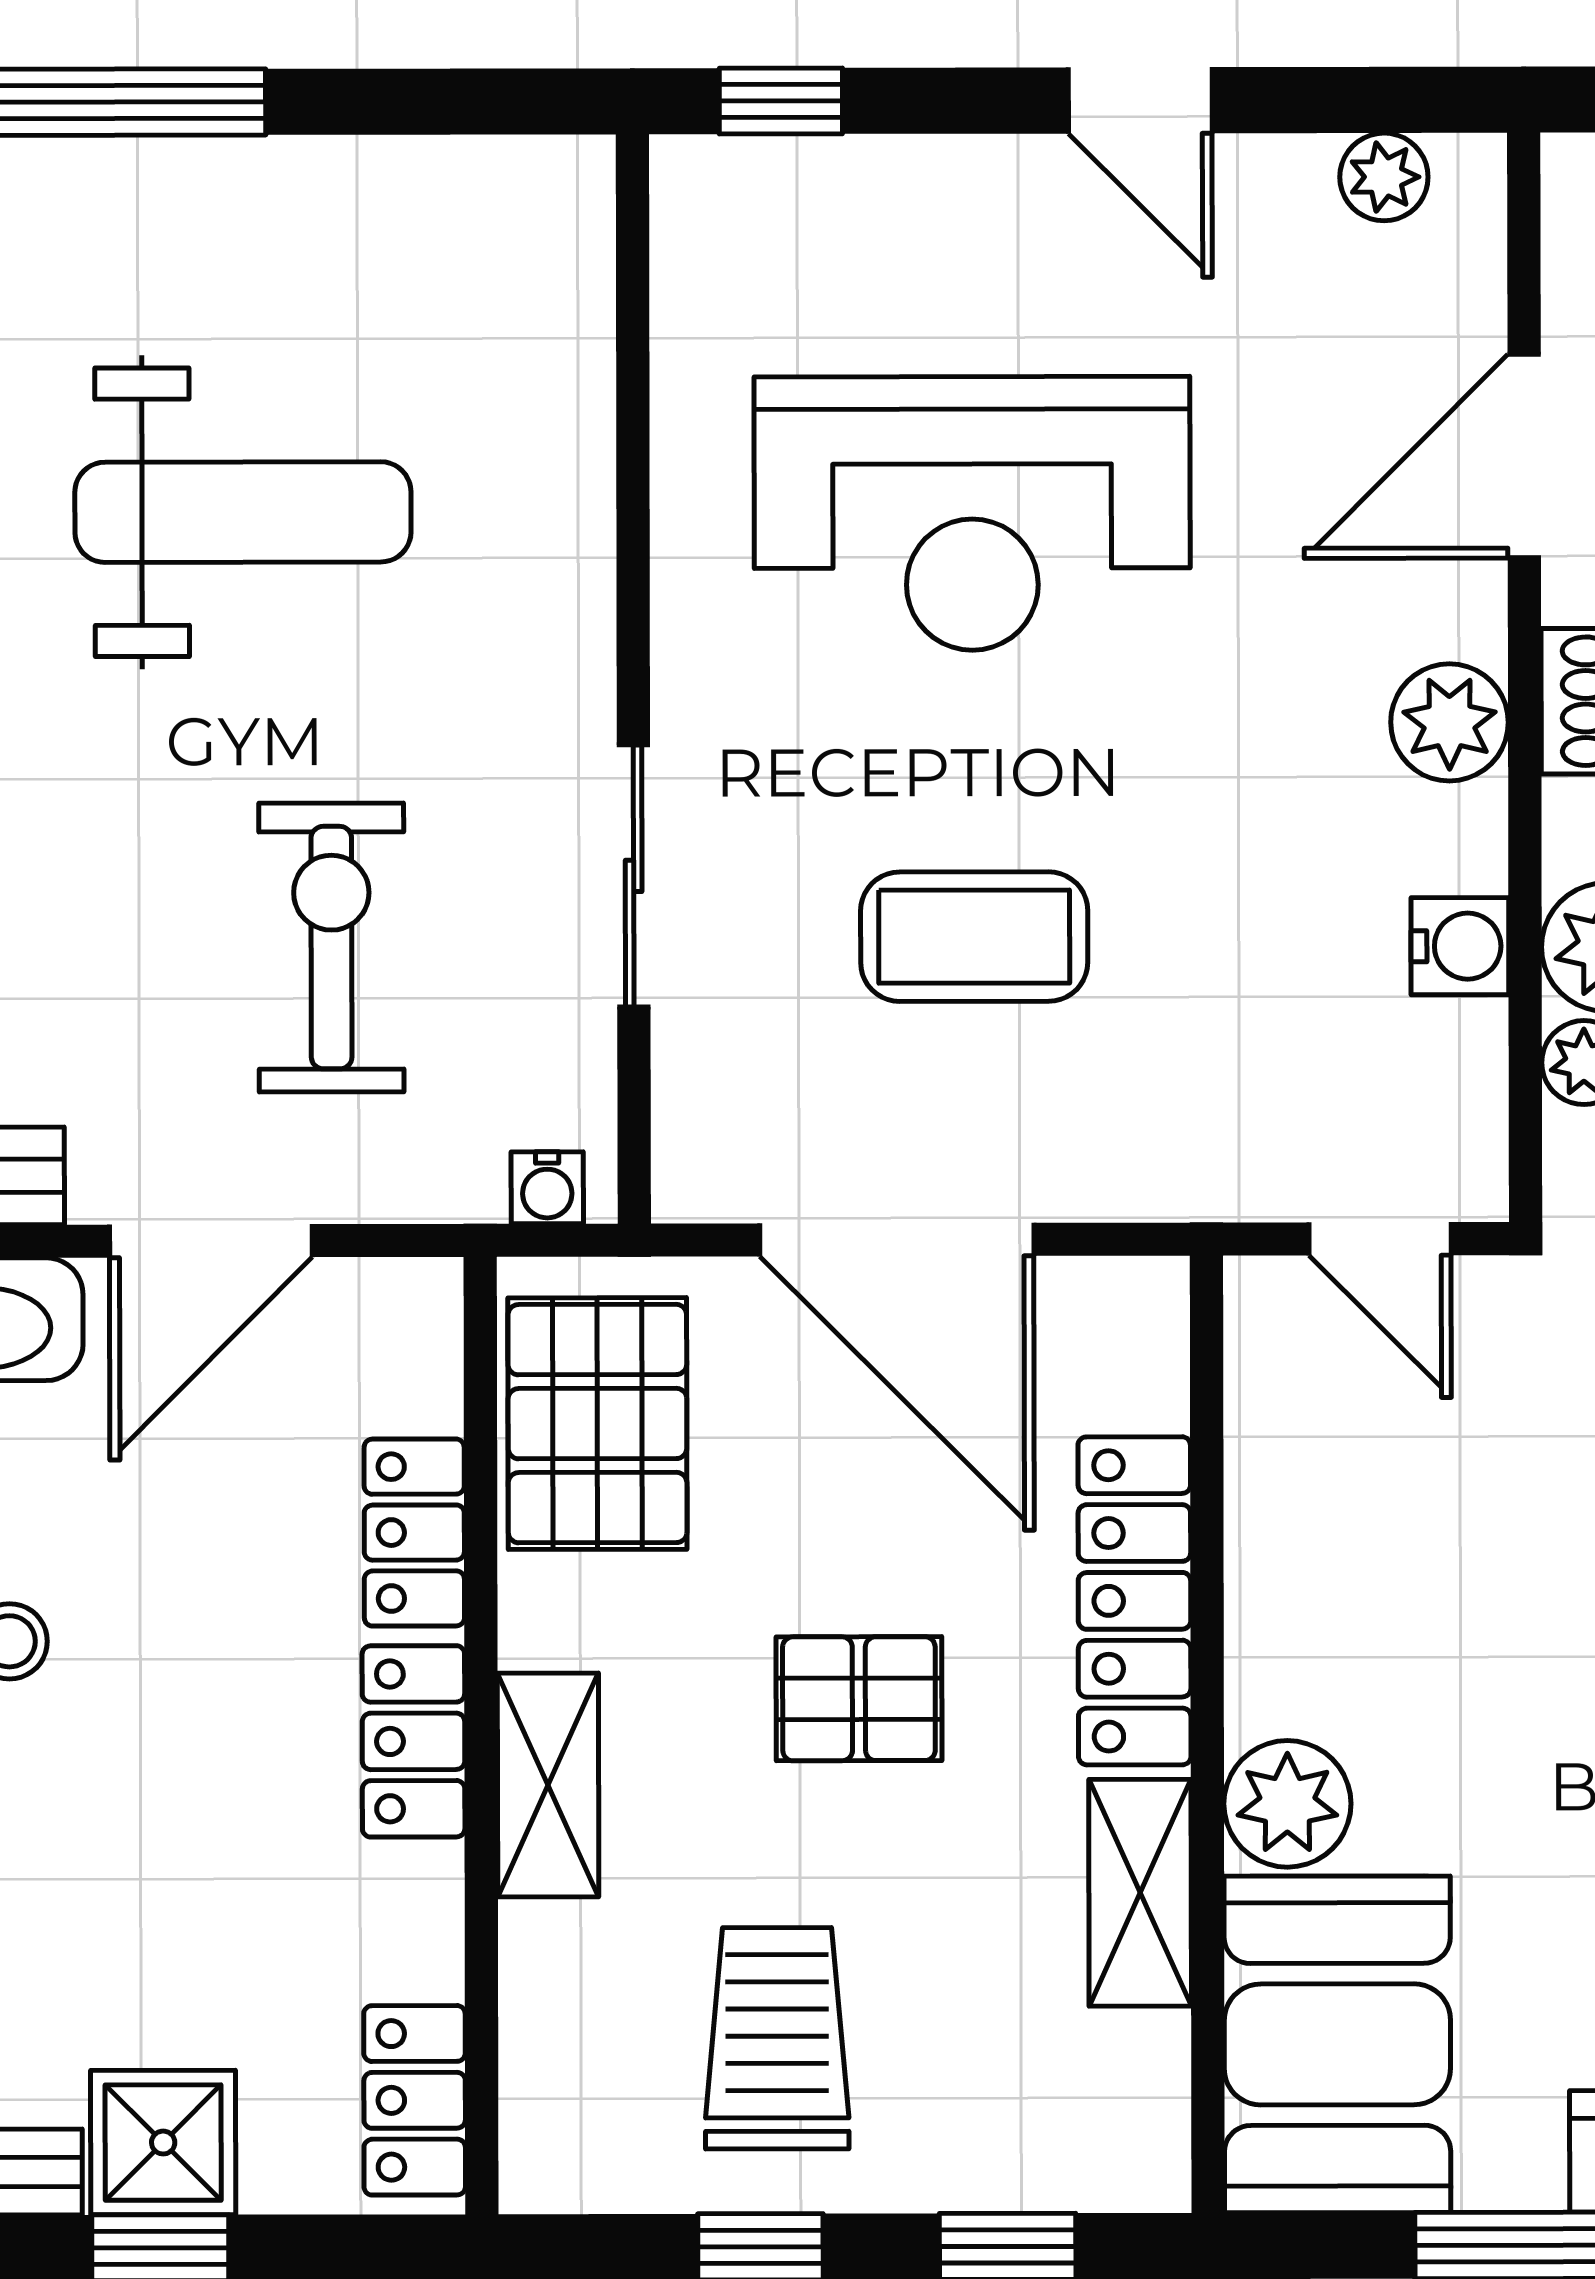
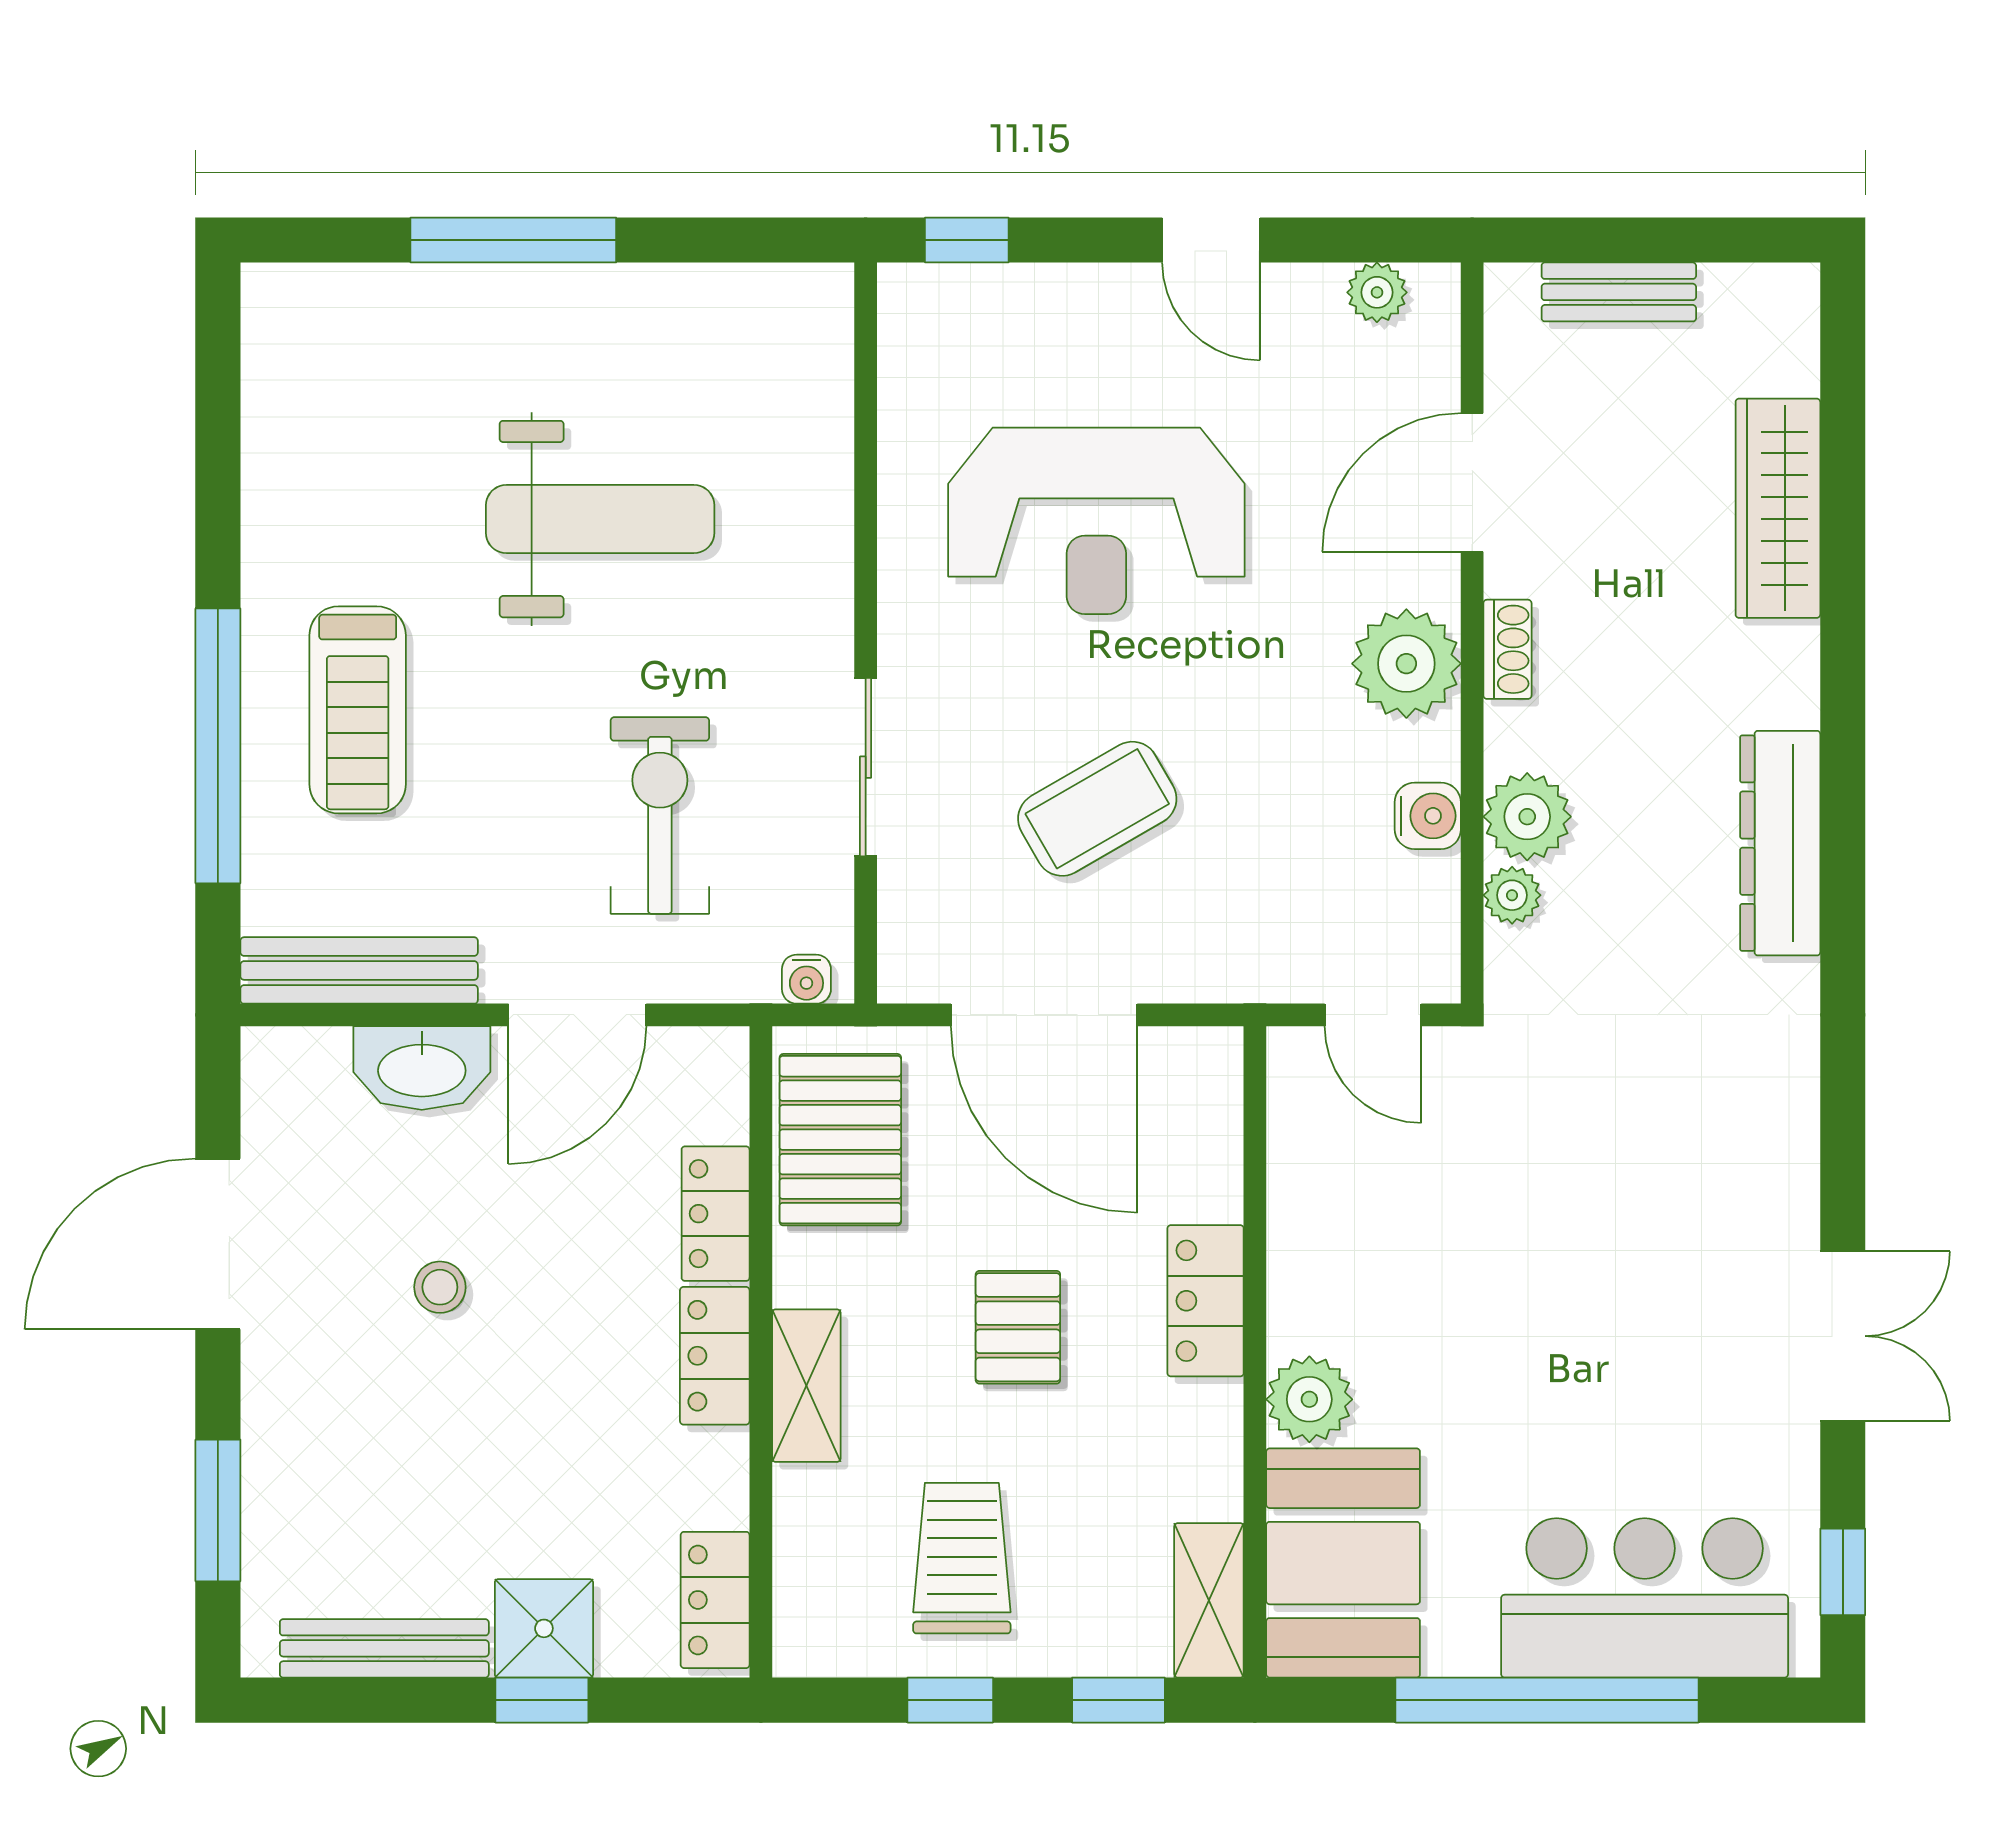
plant: (1449, 722) -> (1406, 664), width x1.36, depth x1.36
coffee table: (974, 937) -> (1097, 809), turned -30
locker: (1134, 1601) -> (1206, 1301), width x0.66
pallet: (859, 1699) -> (1018, 1327), turned 90
shelving: (1140, 1893) -> (1209, 1600), moved

